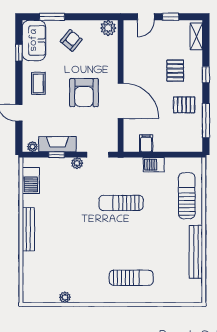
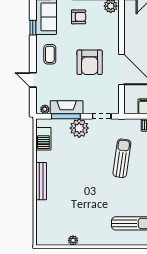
armchair: (71, 40) -> (79, 17), turned 50
window: (57, 155) -> (66, 116), width x2.17
plant: (77, 163) -> (79, 128), width x1.88, depth x1.88
sun lounger: (121, 203) -> (122, 158), turned 98

